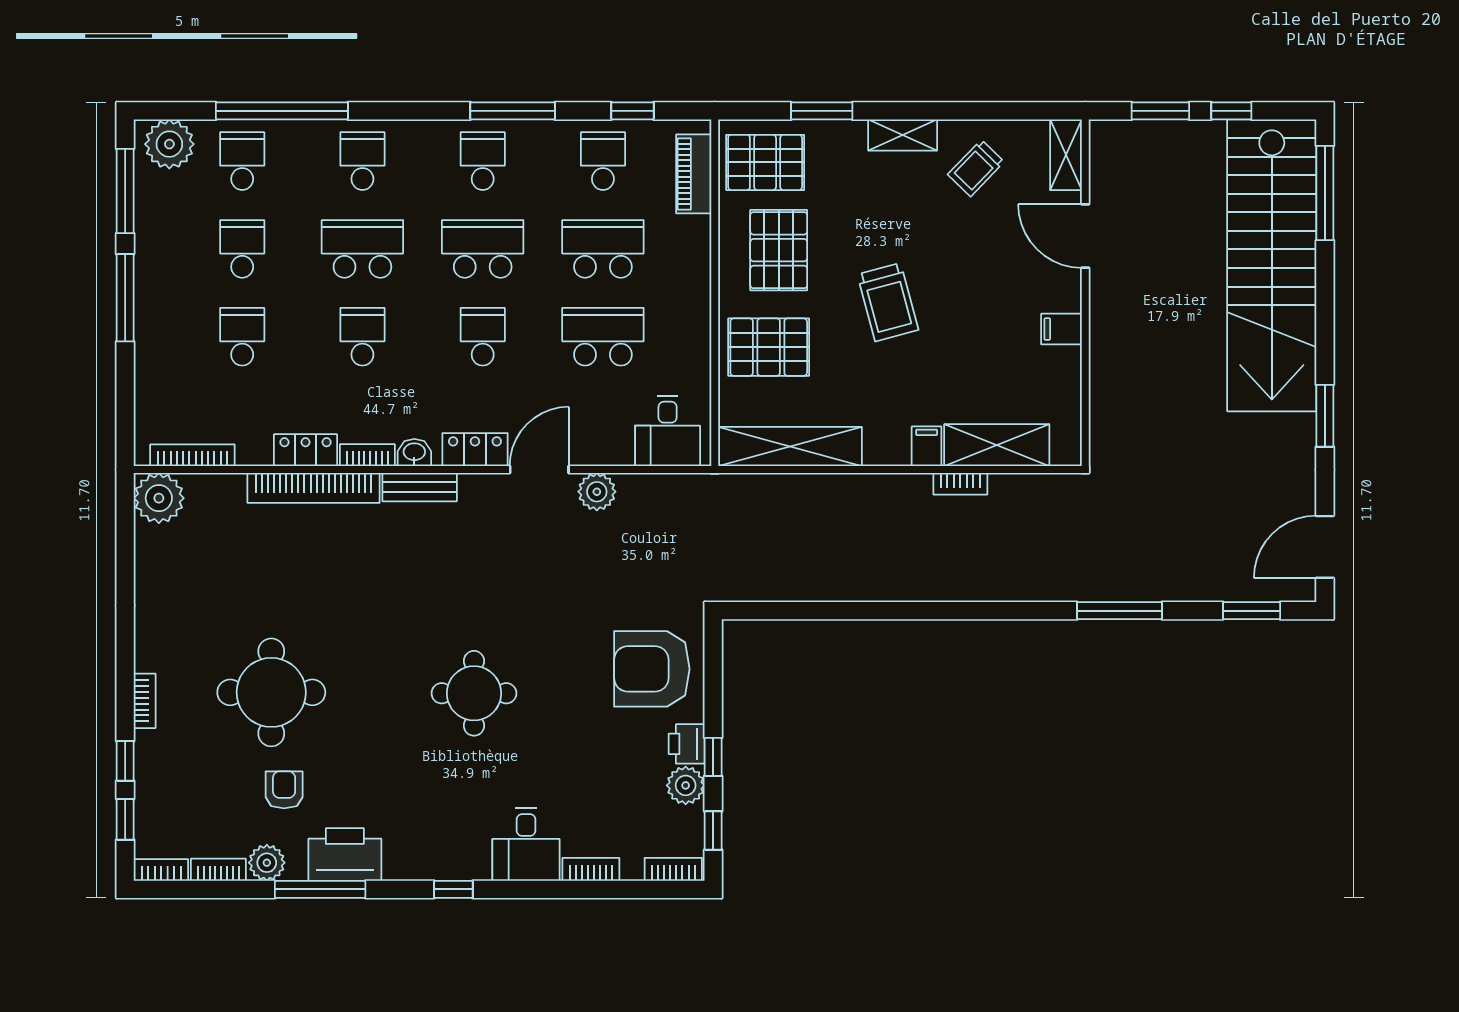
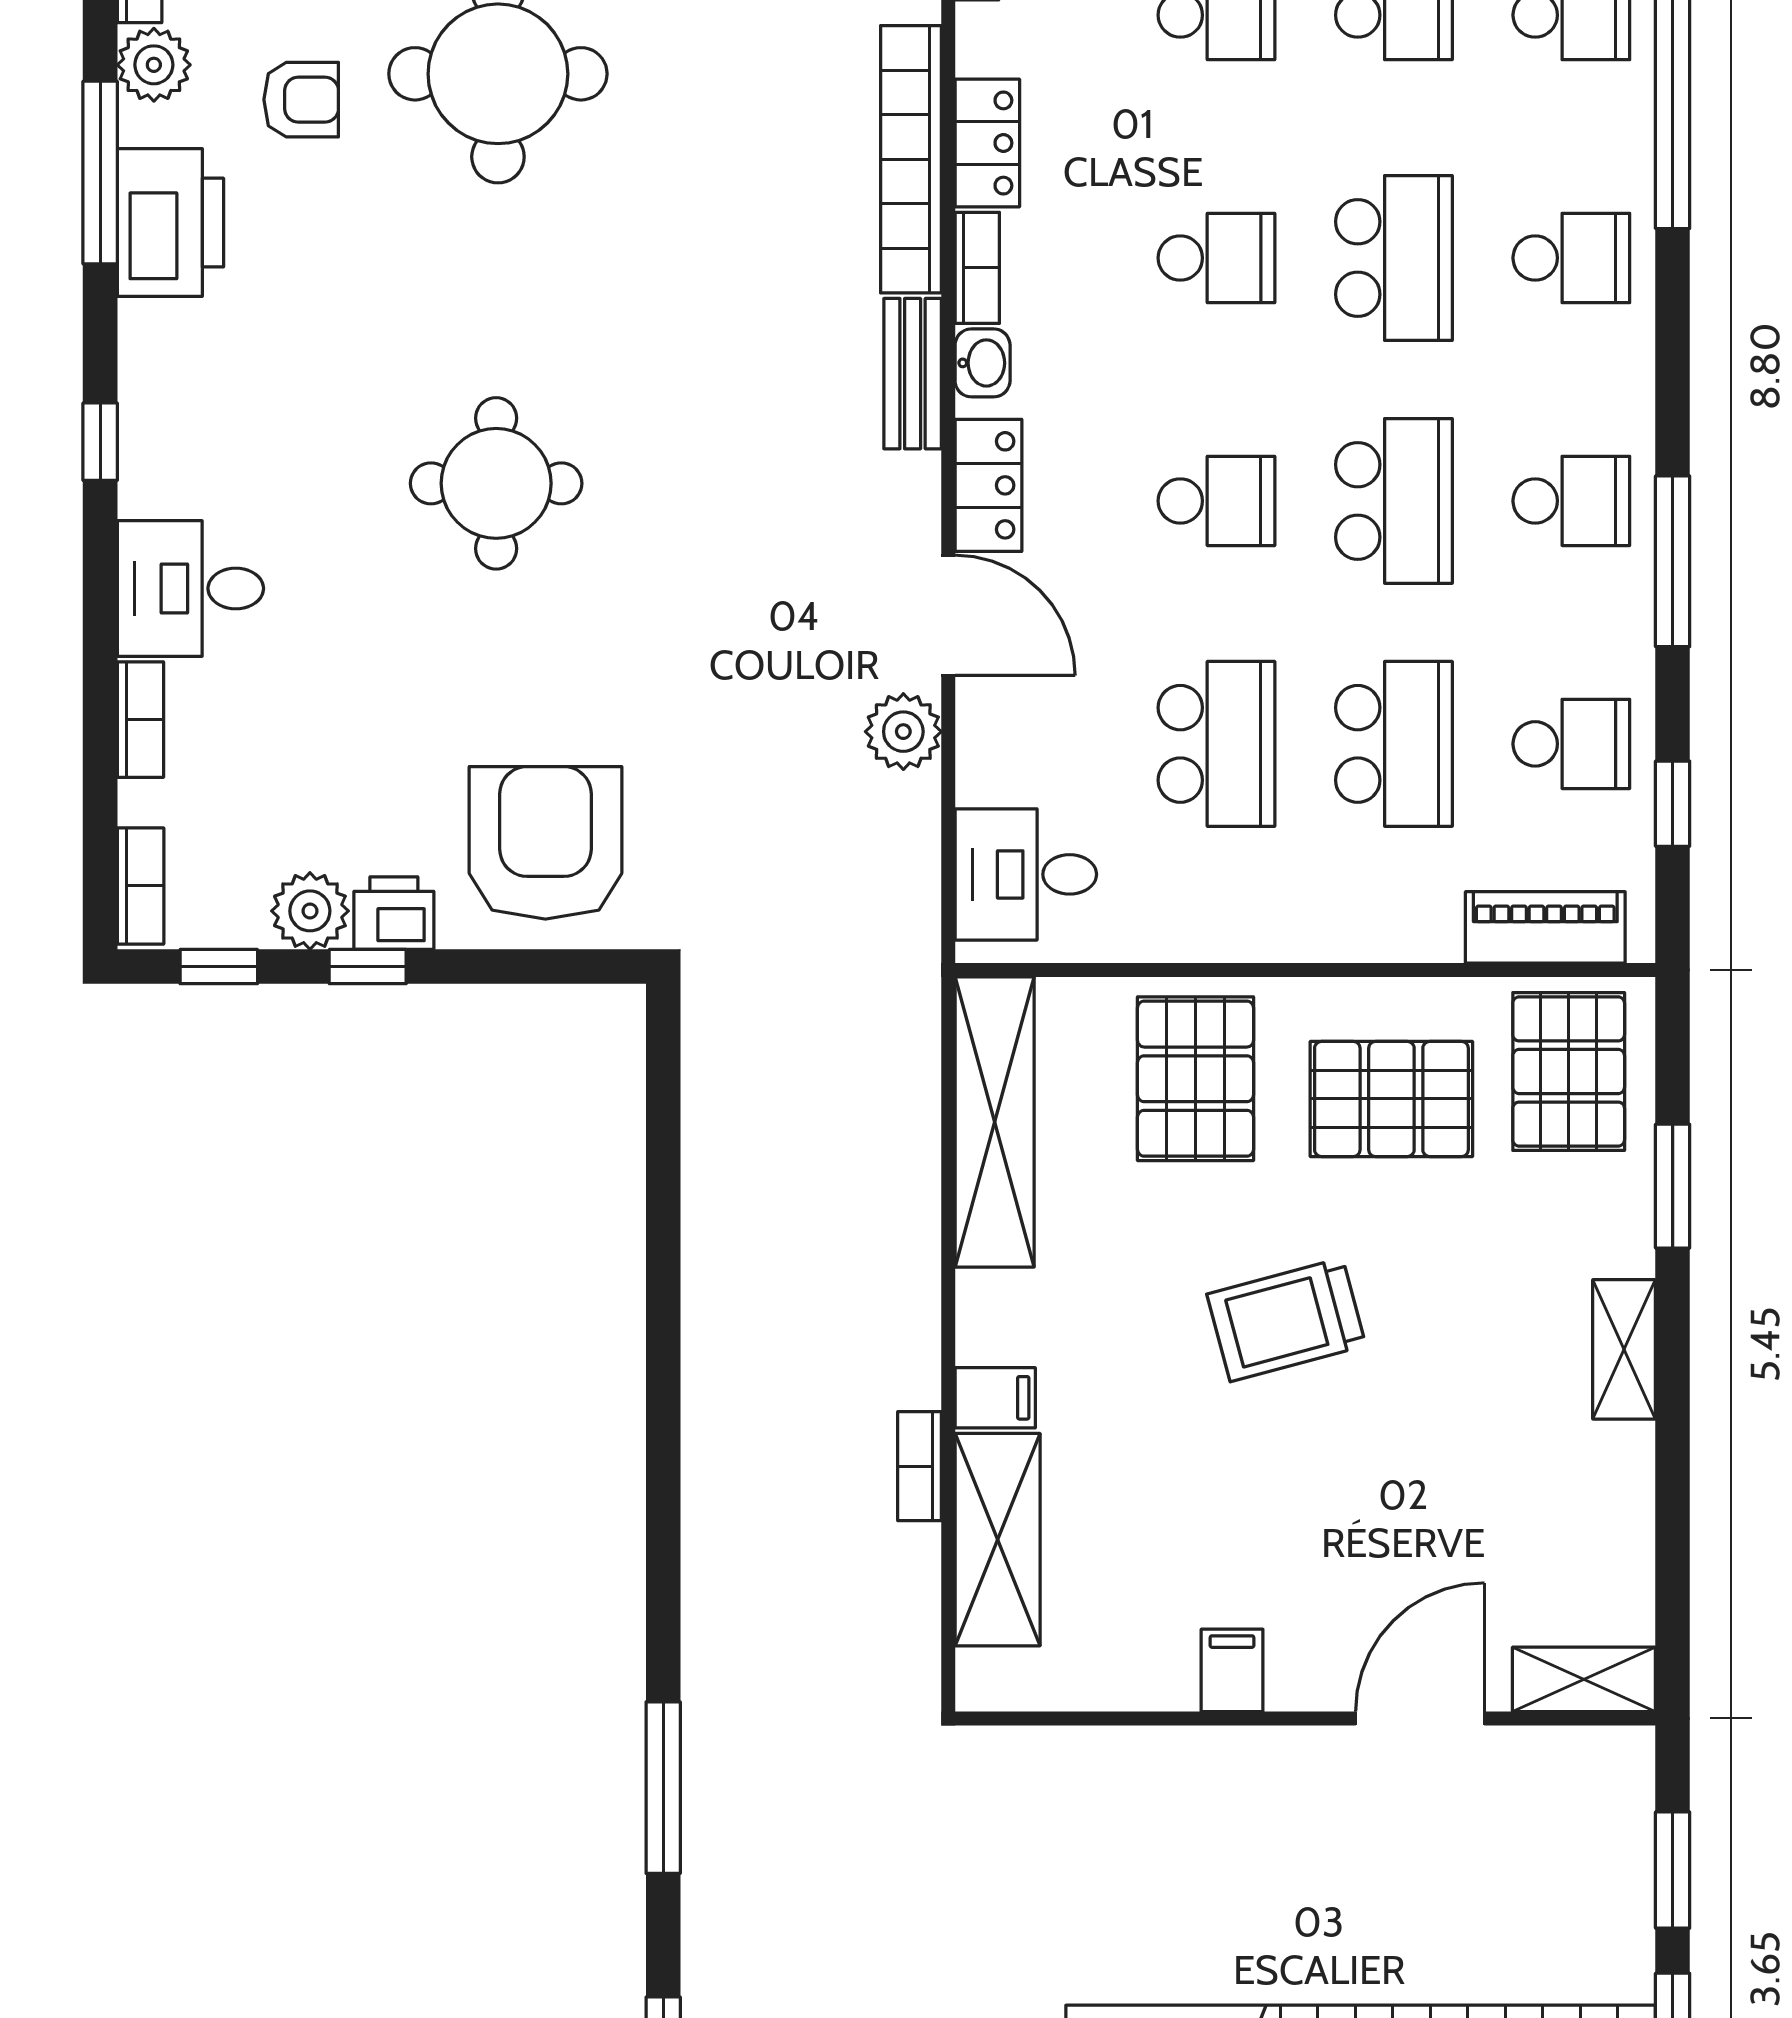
trolley: (976, 168) -> (1557, 1498), removed

